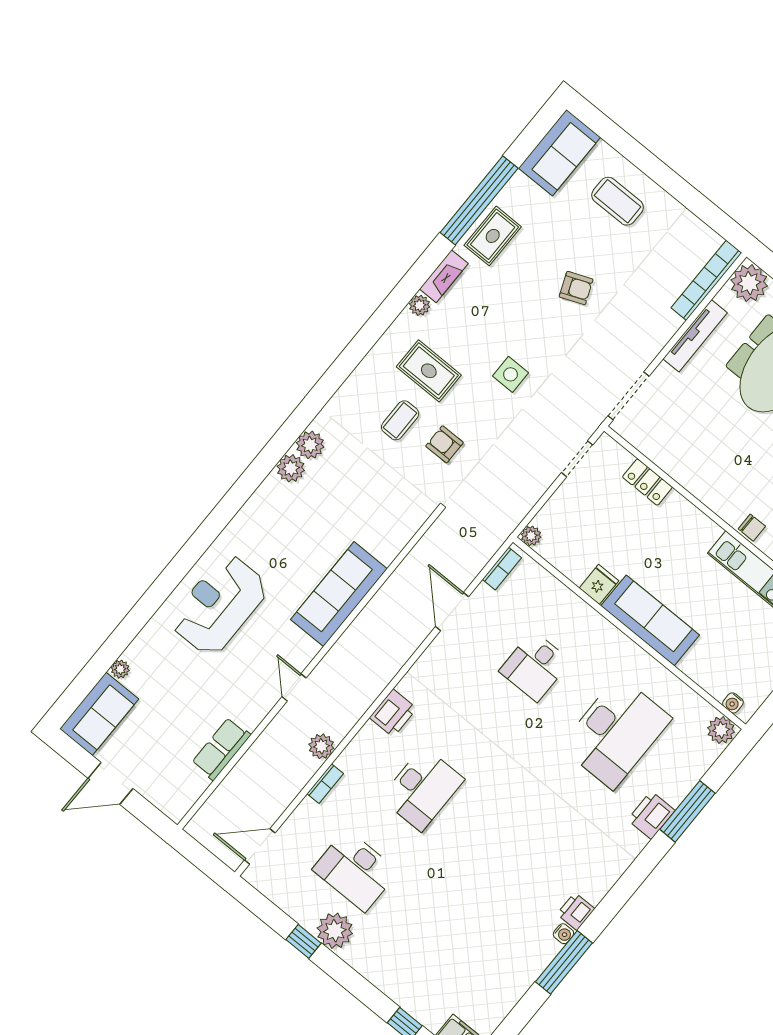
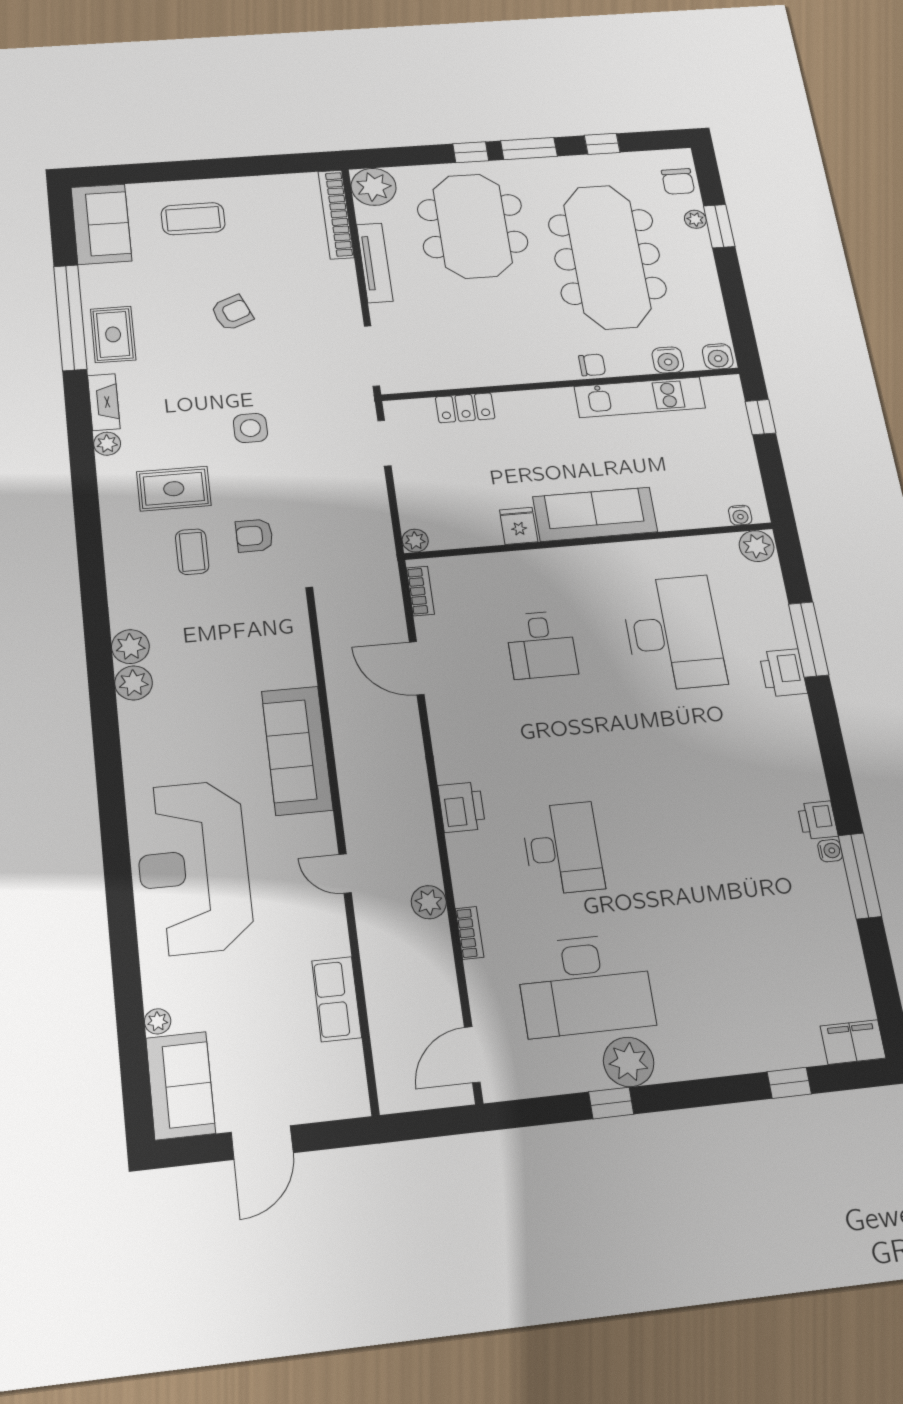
reception desk: (219, 605) -> (193, 867), width x1.36, depth x1.30
desk: (355, 870) -> (585, 985), width x1.36, depth x1.30

